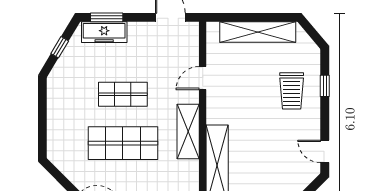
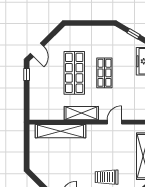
door: (203, 78) -> (114, 122), hinge flipped

